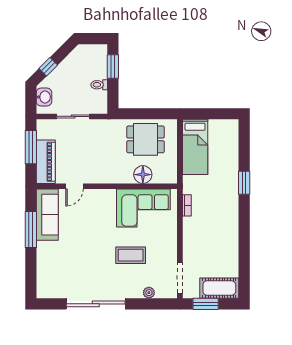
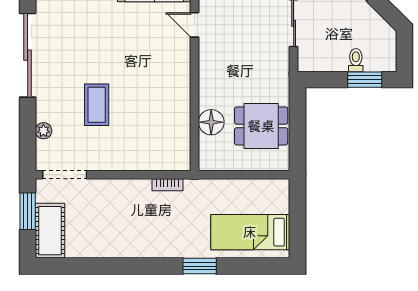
toilet: (99, 85) -> (356, 60), moved
dining table: (146, 139) -> (261, 126), turned 90
bed: (195, 147) -> (250, 232), moved
corner sofa: (143, 208) -> (164, 123), removed

